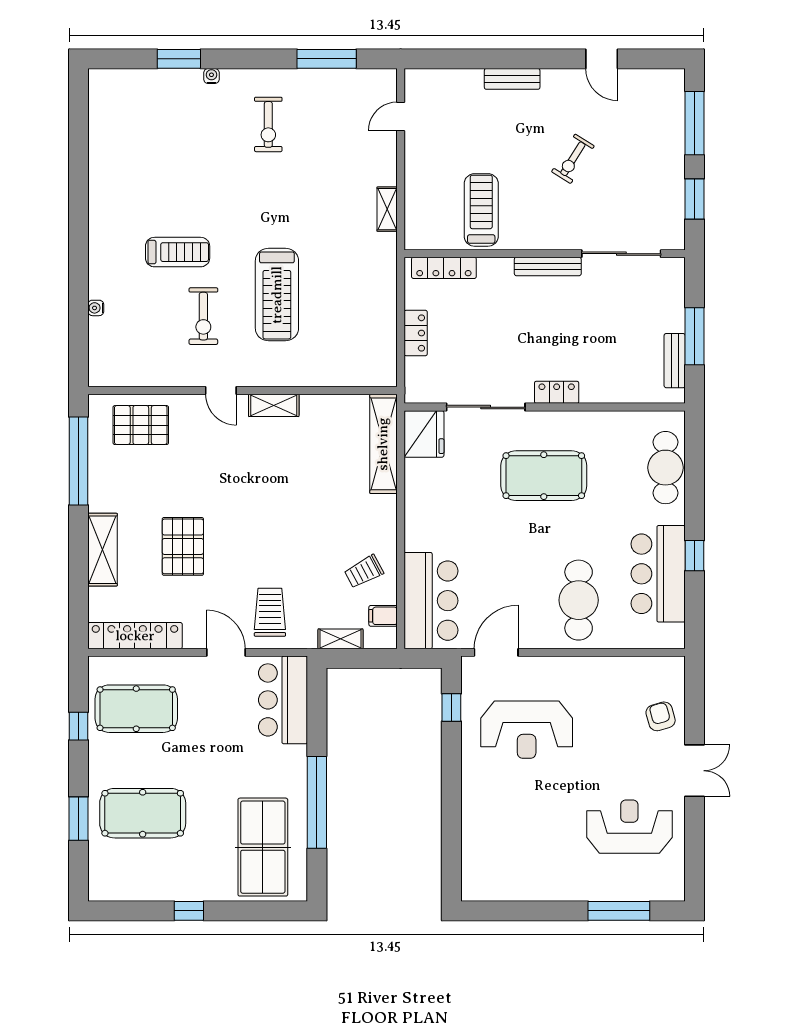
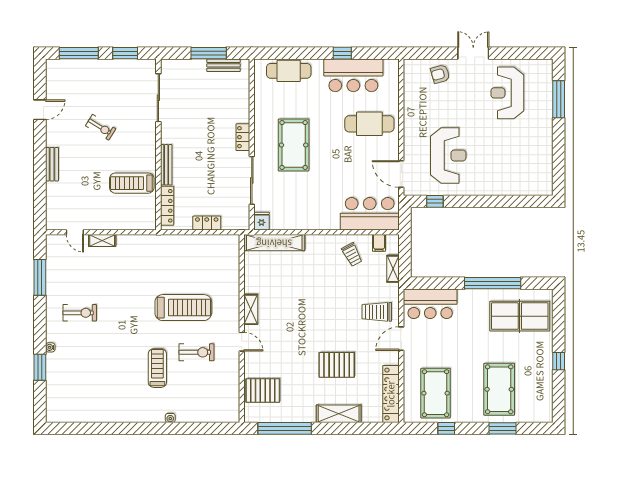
shelving: (387, 209) -> (102, 240), moved
bench: (548, 266) -> (166, 165), moved
water cooler: (96, 308) -> (170, 418), moved
door: (221, 390) -> (242, 342), hinge flipped
pallet: (141, 425) -> (263, 390), turned 90
fridge: (424, 434) -> (262, 221), width x0.53, depth x0.75

